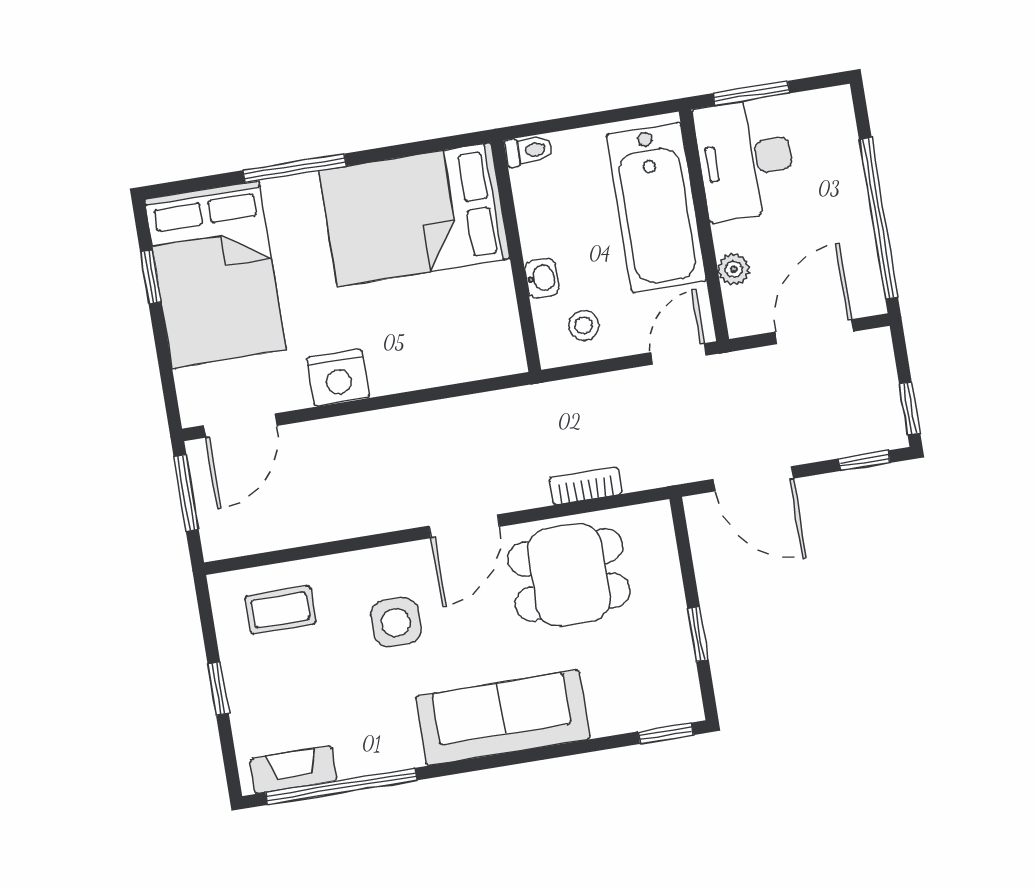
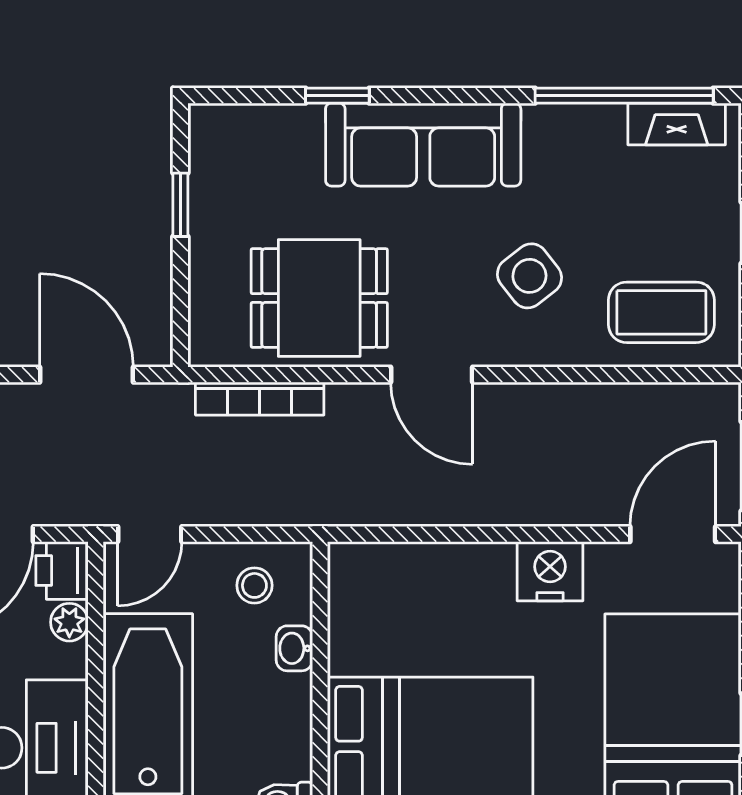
printer: (747, 311) -> (62, 570), added
bookcase: (586, 486) -> (260, 399), width x1.56
door: (464, 526) -> (432, 375), swing flipped
coffee table: (280, 610) -> (661, 312), width x1.36, depth x1.30
side table: (396, 622) -> (529, 276), turned -38
window: (666, 733) -> (337, 96), moved

